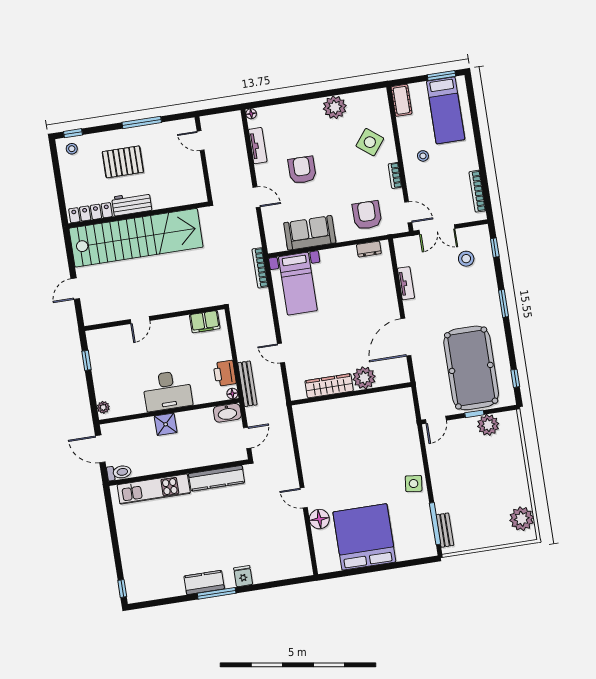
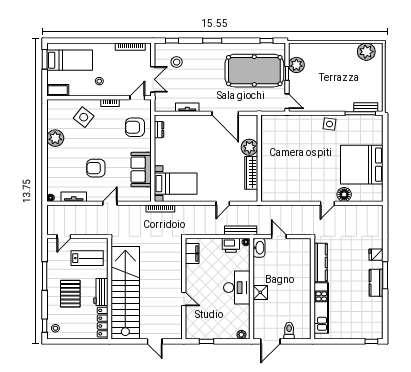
lab bench: (176, 177) -> (87, 258), added
wall: (179, 473) -> (313, 289), moved
kitchen counter: (217, 478) -> (321, 262), moved
kitchen unit: (154, 489) -> (321, 308), moved

